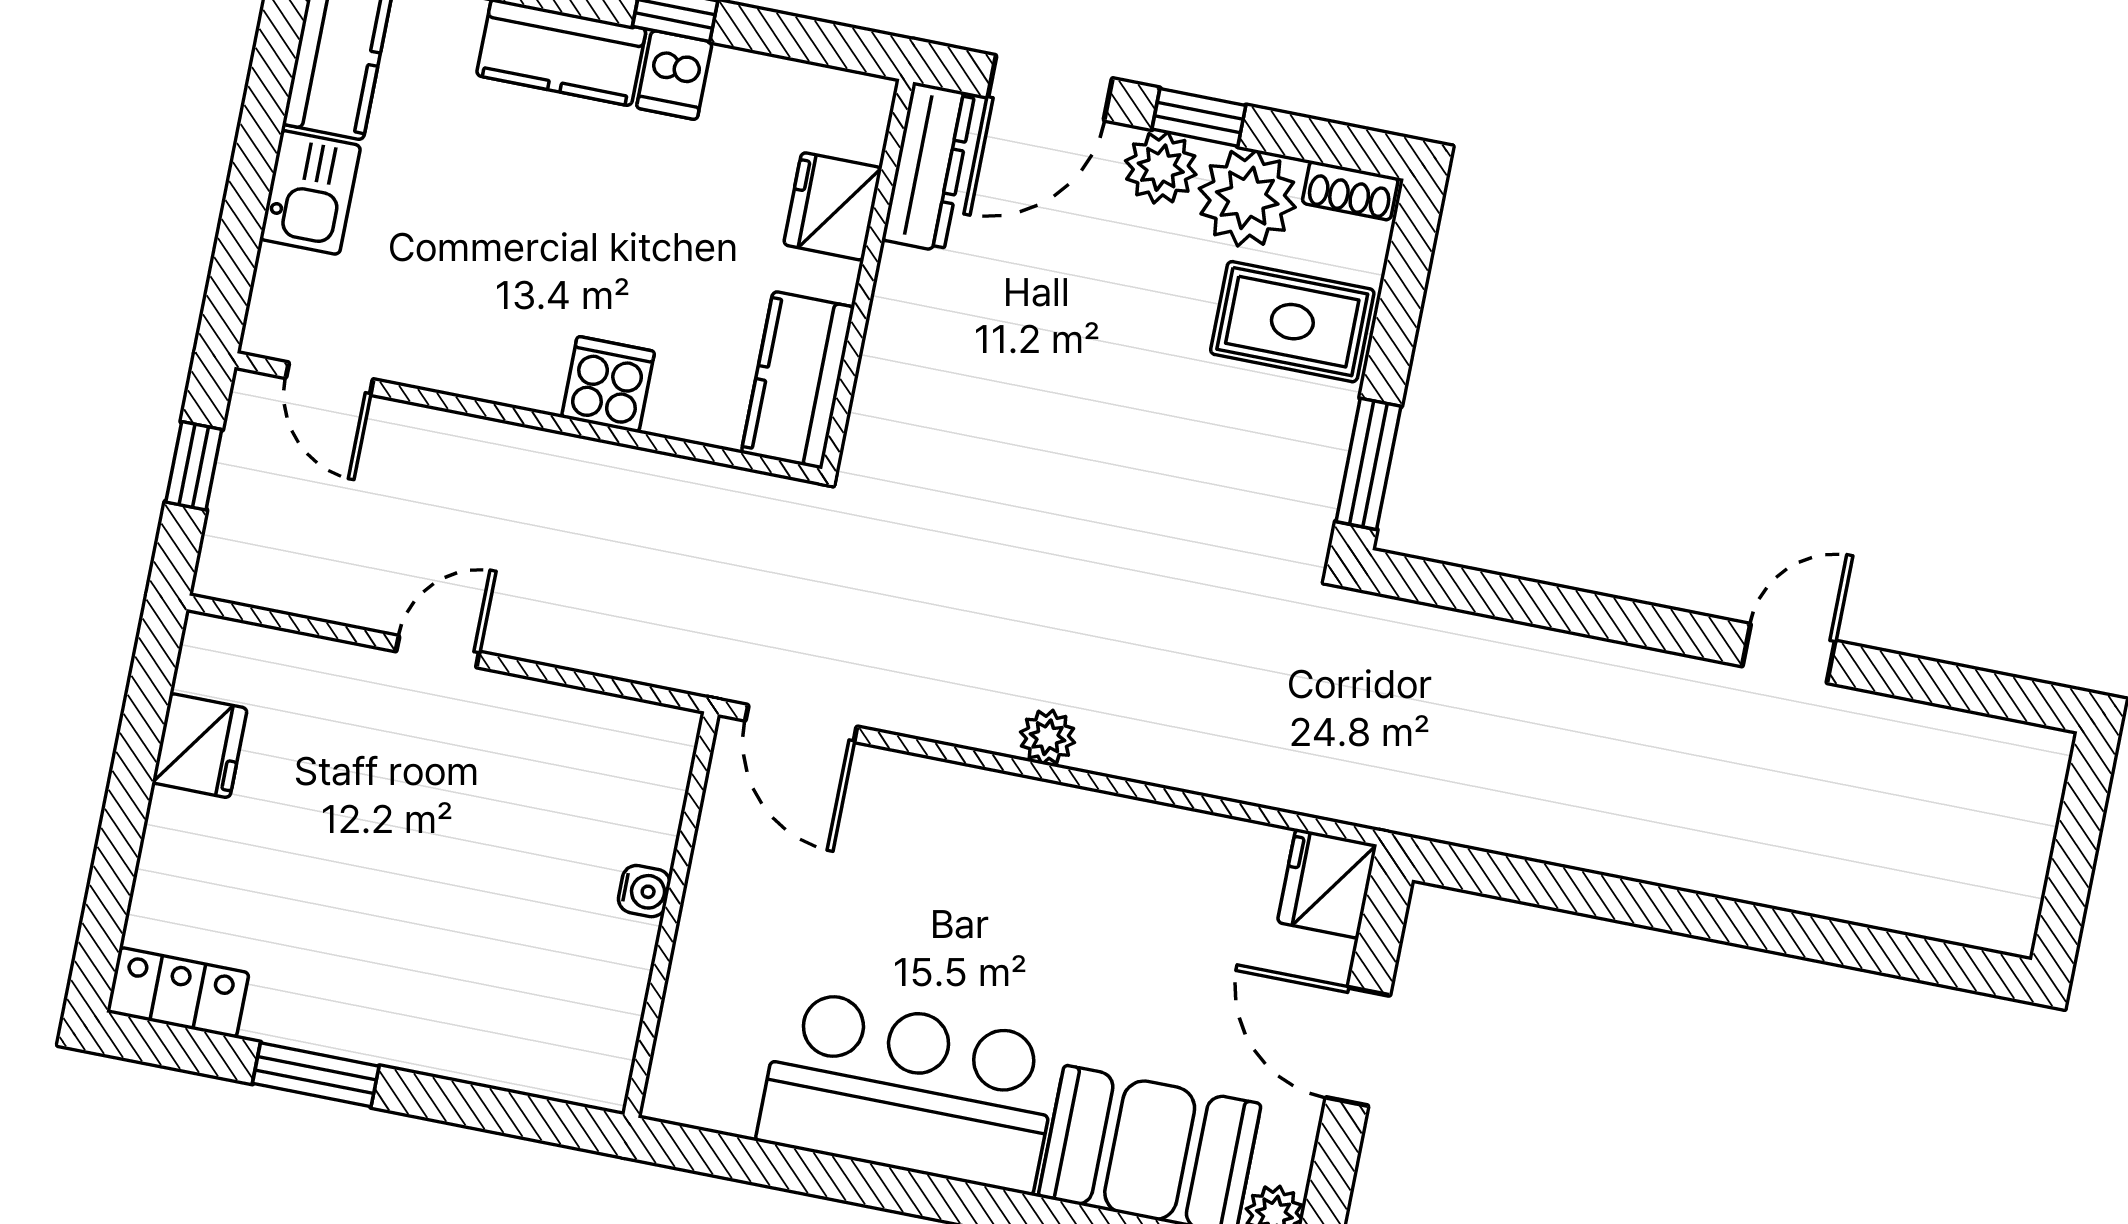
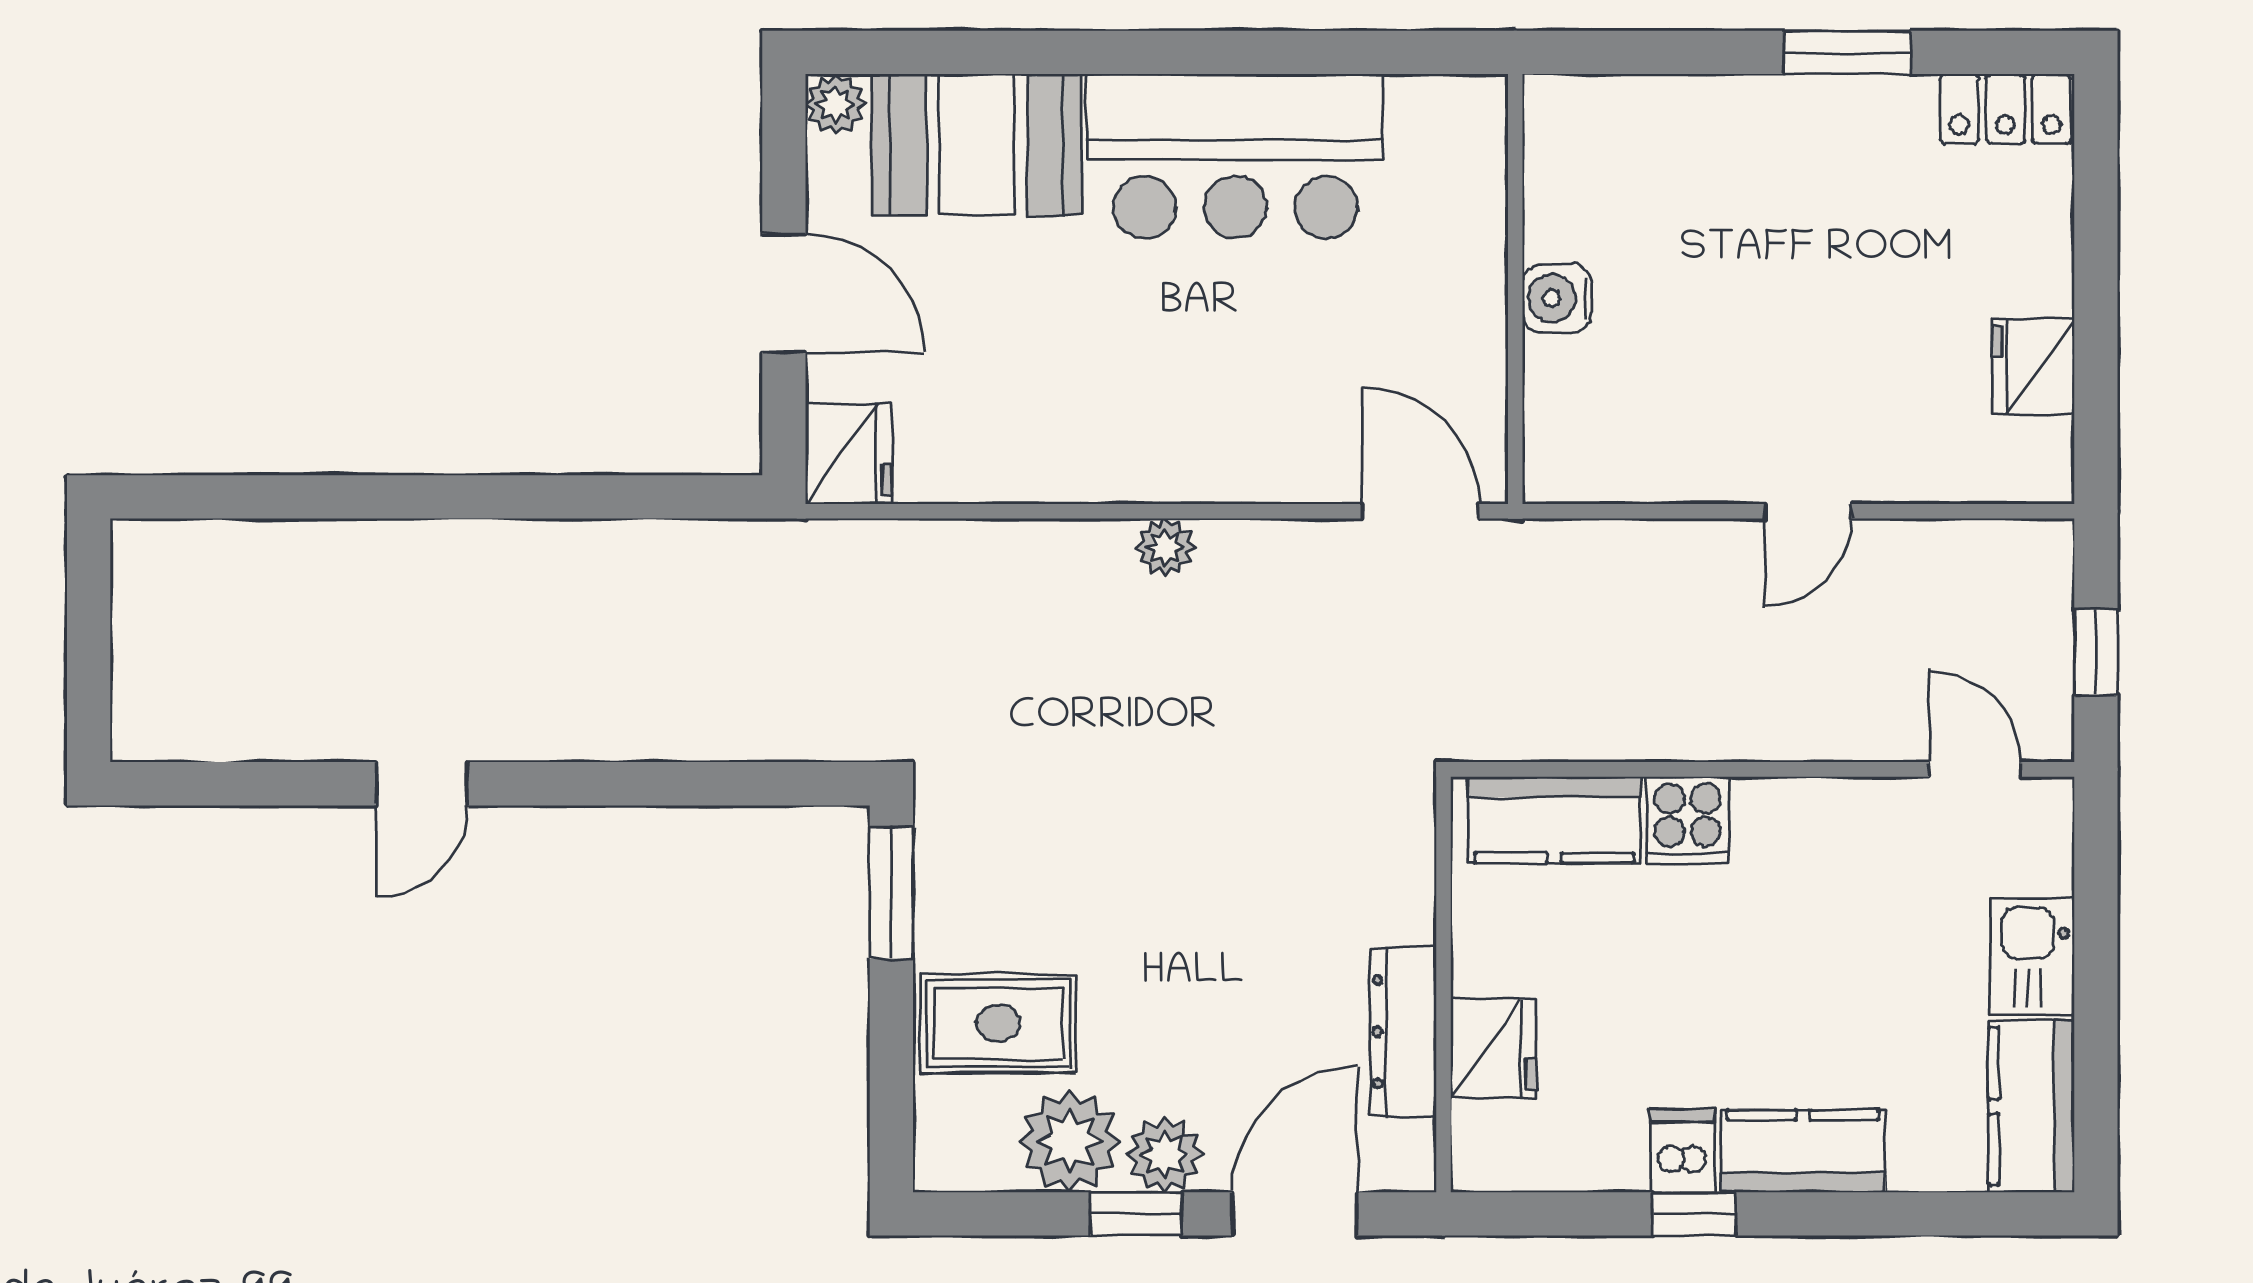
dresser: (928, 167) -> (1403, 1032), moved
shoe rack: (1350, 191) -> (966, 1170), removed
kitchen counter: (798, 380) -> (1554, 820), moved, turned 90
water cooler: (644, 891) -> (1557, 298), width x1.38, depth x1.38

